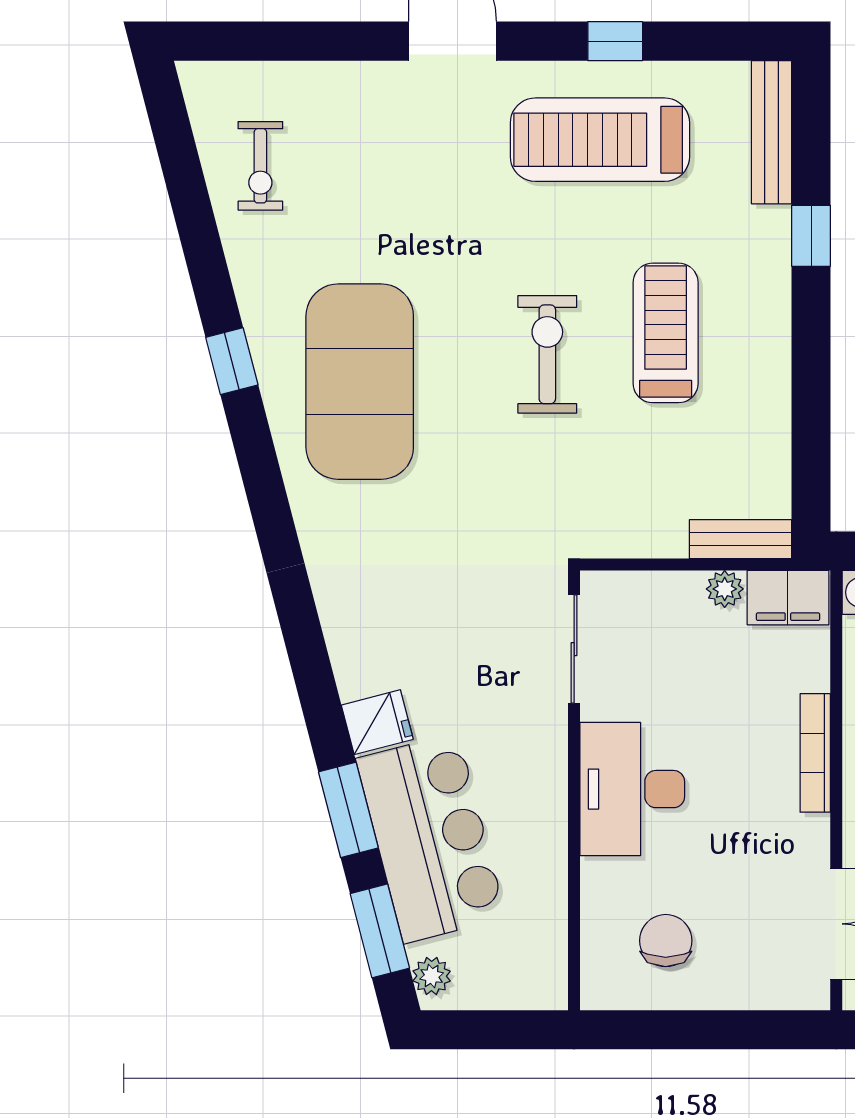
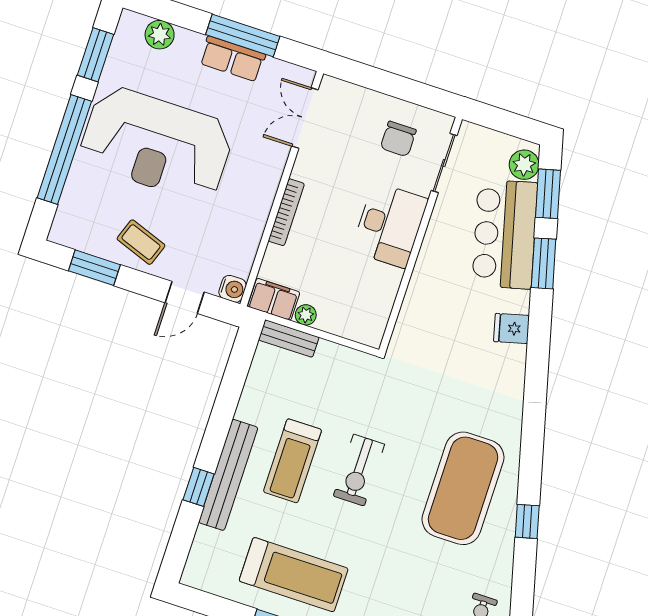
bench: (772, 132) -> (228, 475), moved, width x1.37, depth x1.21
sliding door: (574, 649) -> (444, 163), moved
fridge: (377, 722) -> (512, 329), moved
plant: (432, 976) -> (524, 165), width x1.38, depth x1.38

